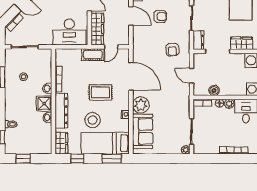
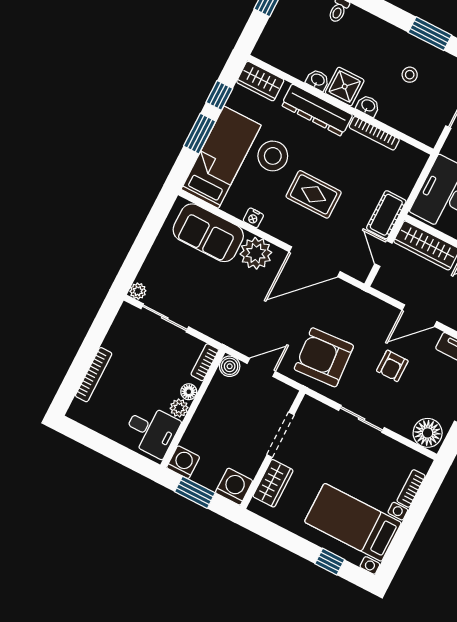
dresser: (199, 40) -> (317, 411), removed
armchair: (172, 50) -> (324, 357), width x1.88, depth x1.88
boiler: (214, 90) -> (230, 366), moved
rug: (100, 92) -> (314, 194), turned 90
window: (112, 159) -> (200, 134), moved

